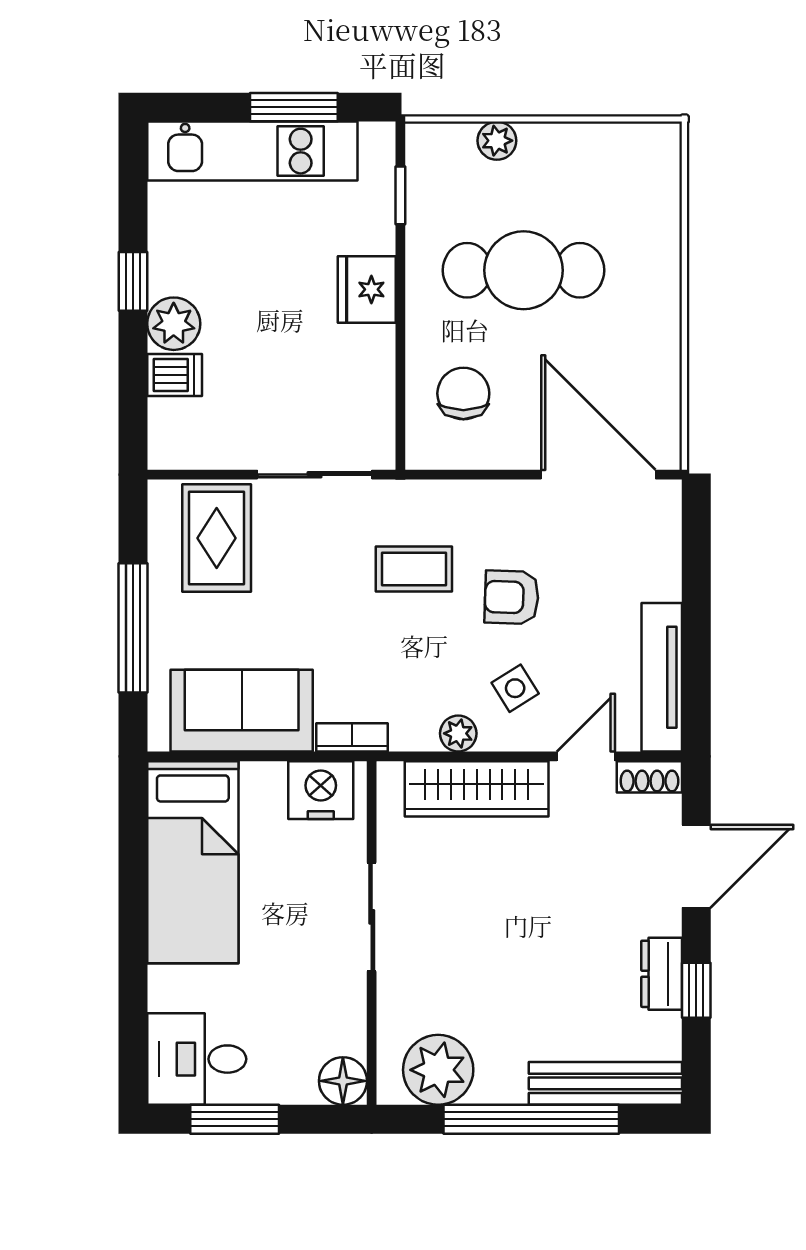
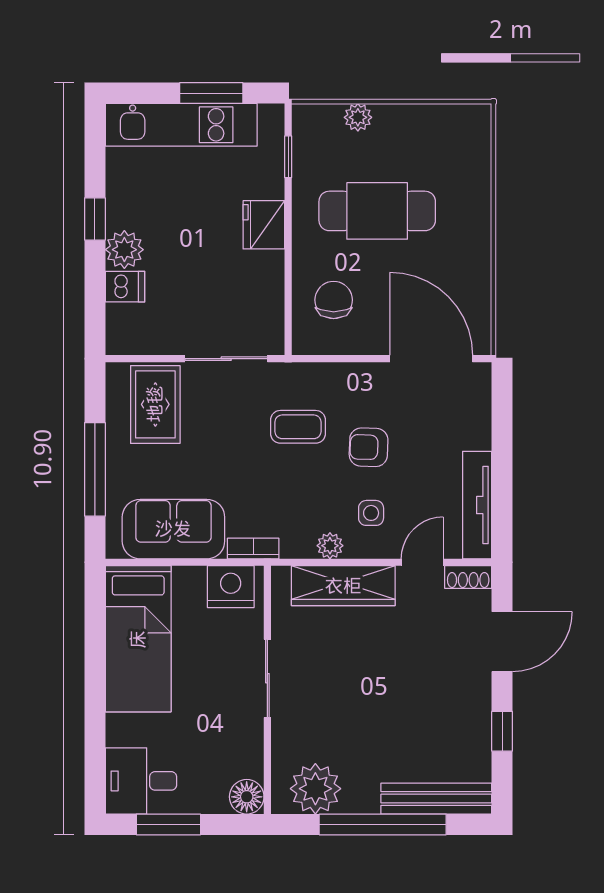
side table: (515, 688) -> (371, 513), turned 32
dresser: (662, 974) -> (477, 719), removed

